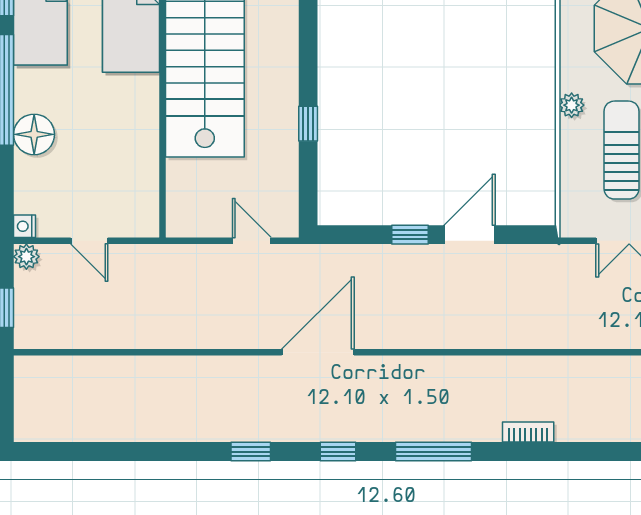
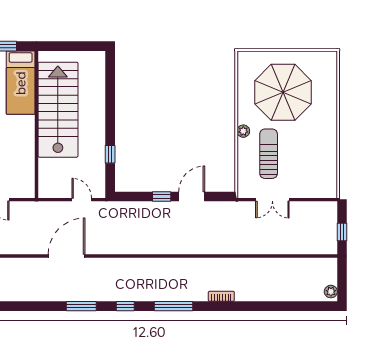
window: (308, 124) -> (110, 154), moved
door: (318, 352) -> (67, 256), moved
window: (251, 452) -> (81, 306), width x1.50

